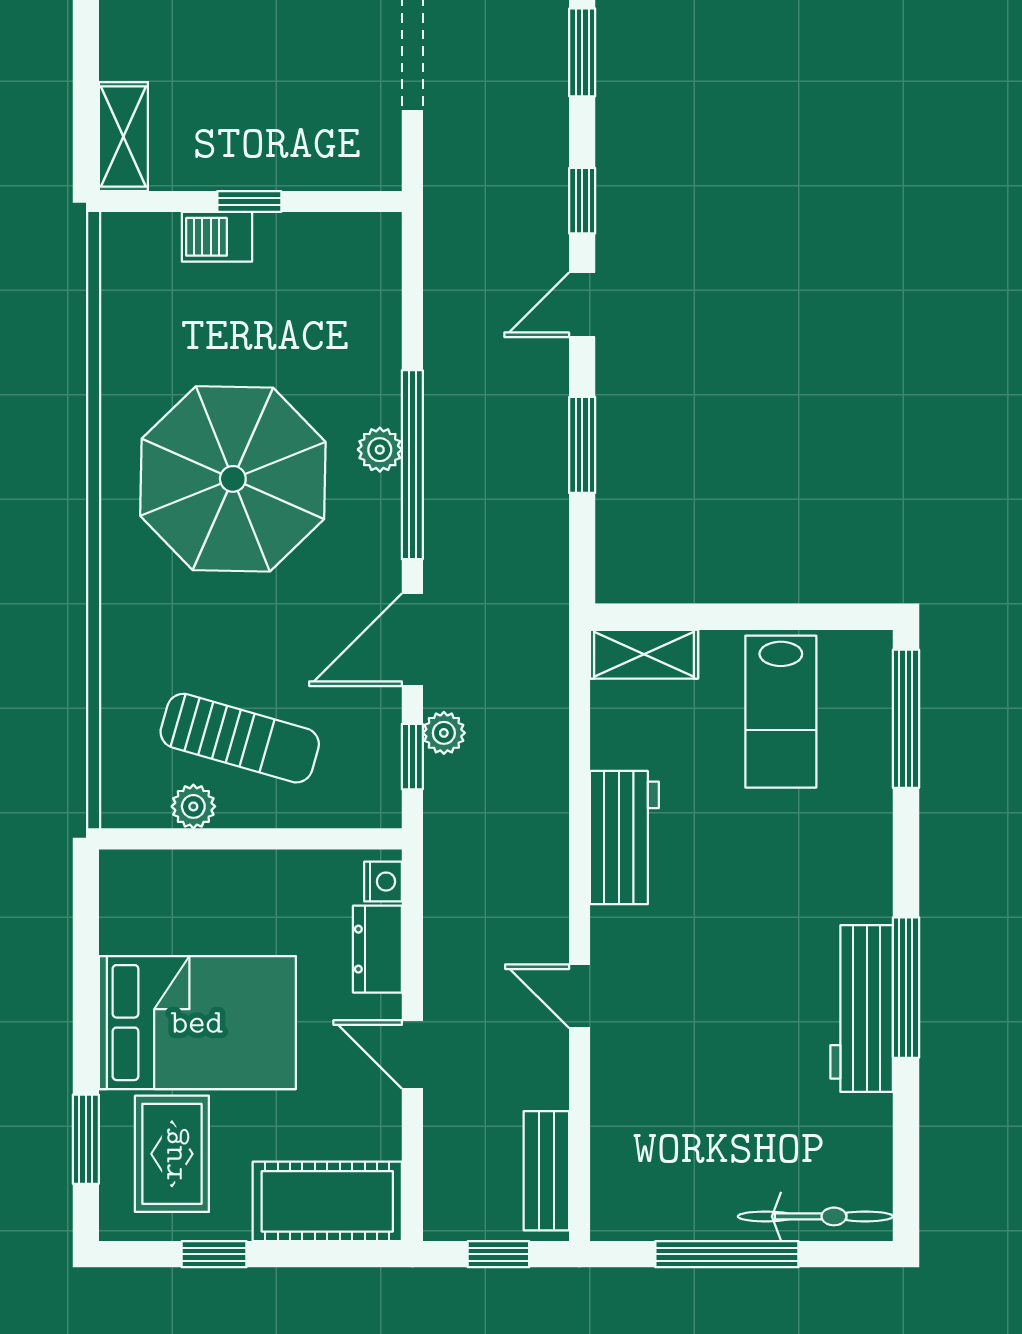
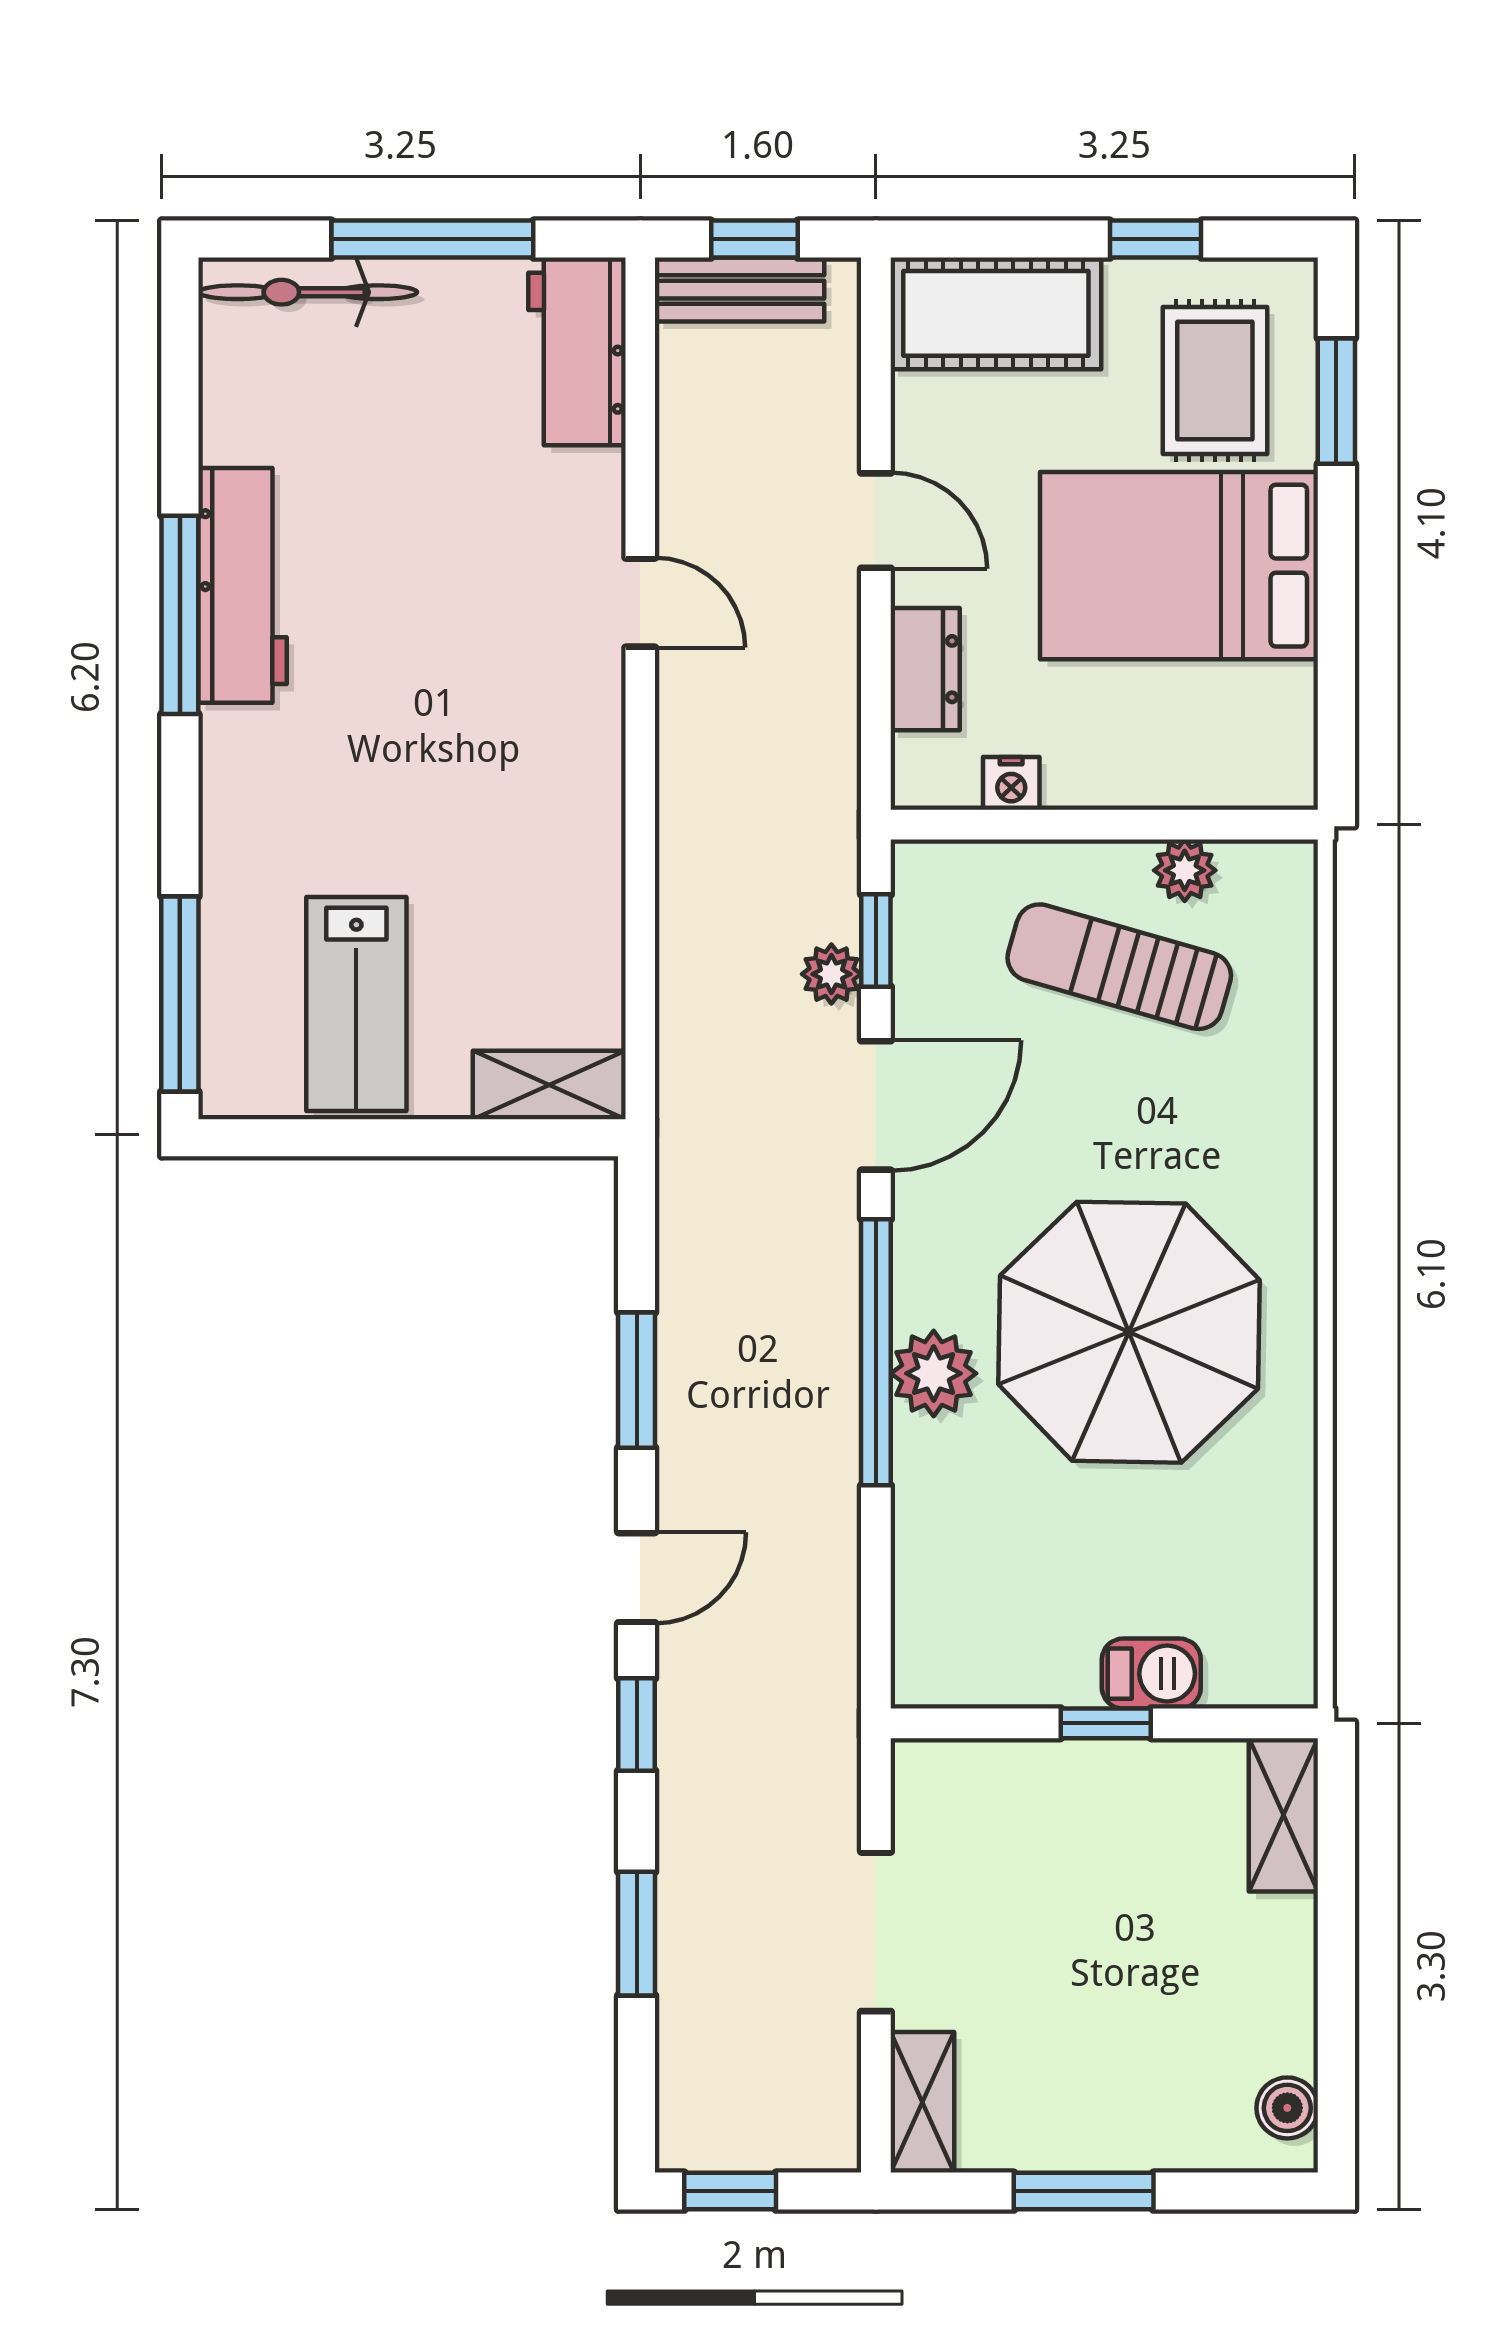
plant: (380, 450) -> (934, 1373), width x1.38, depth x1.38
lab bench: (781, 712) -> (356, 1004), turned 180
workbench: (624, 838) -> (577, 351), moved
nightstand: (383, 882) -> (1011, 783), moved, turned -90
bench: (546, 1171) -> (740, 290), moved, turned 90

